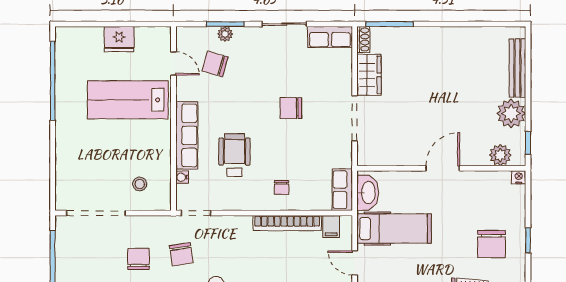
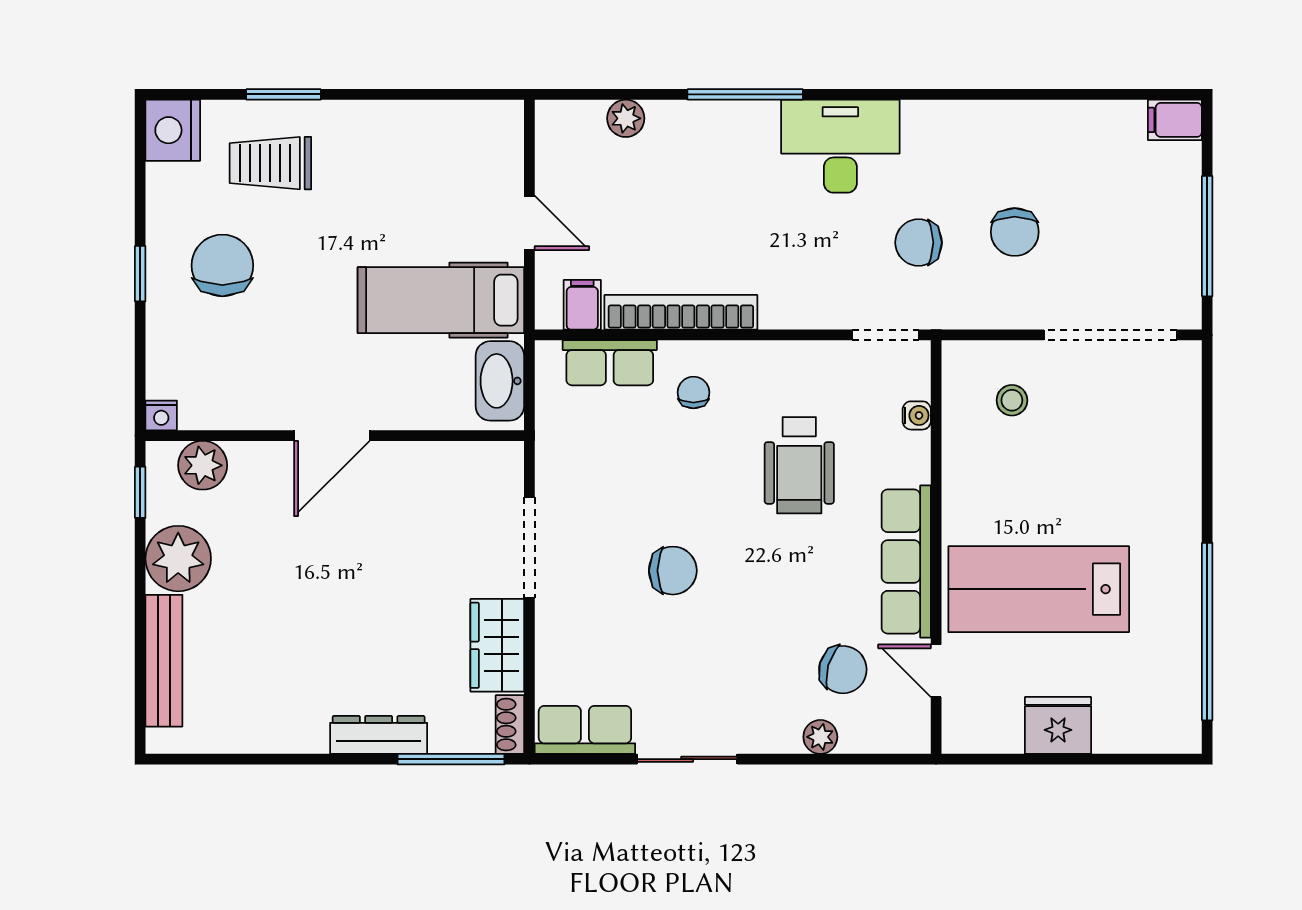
window: (225, 24) -> (820, 759), removed
dresser: (422, 35) -> (379, 735), added
lab bench: (128, 100) -> (1039, 589), turned 180
row of seats: (187, 135) -> (906, 561), moved
row of seats: (342, 190) -> (610, 363), moved, turned 90
chair: (181, 254) -> (919, 243), turned -81

